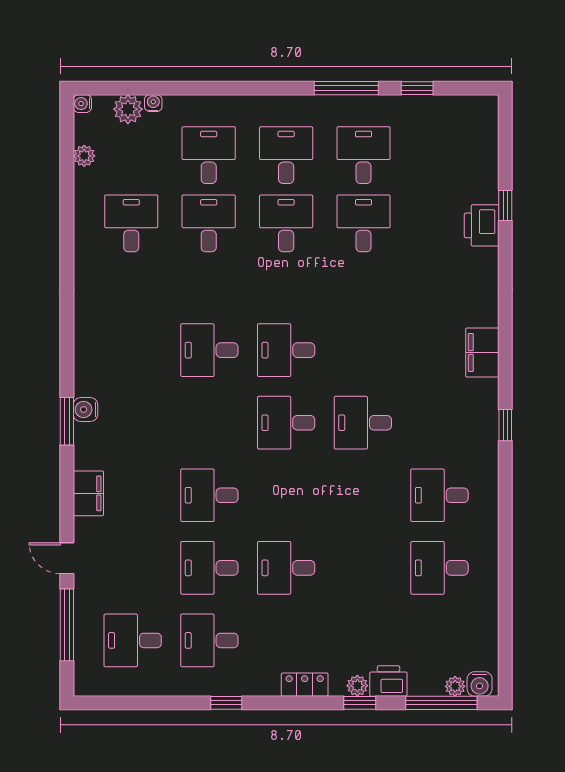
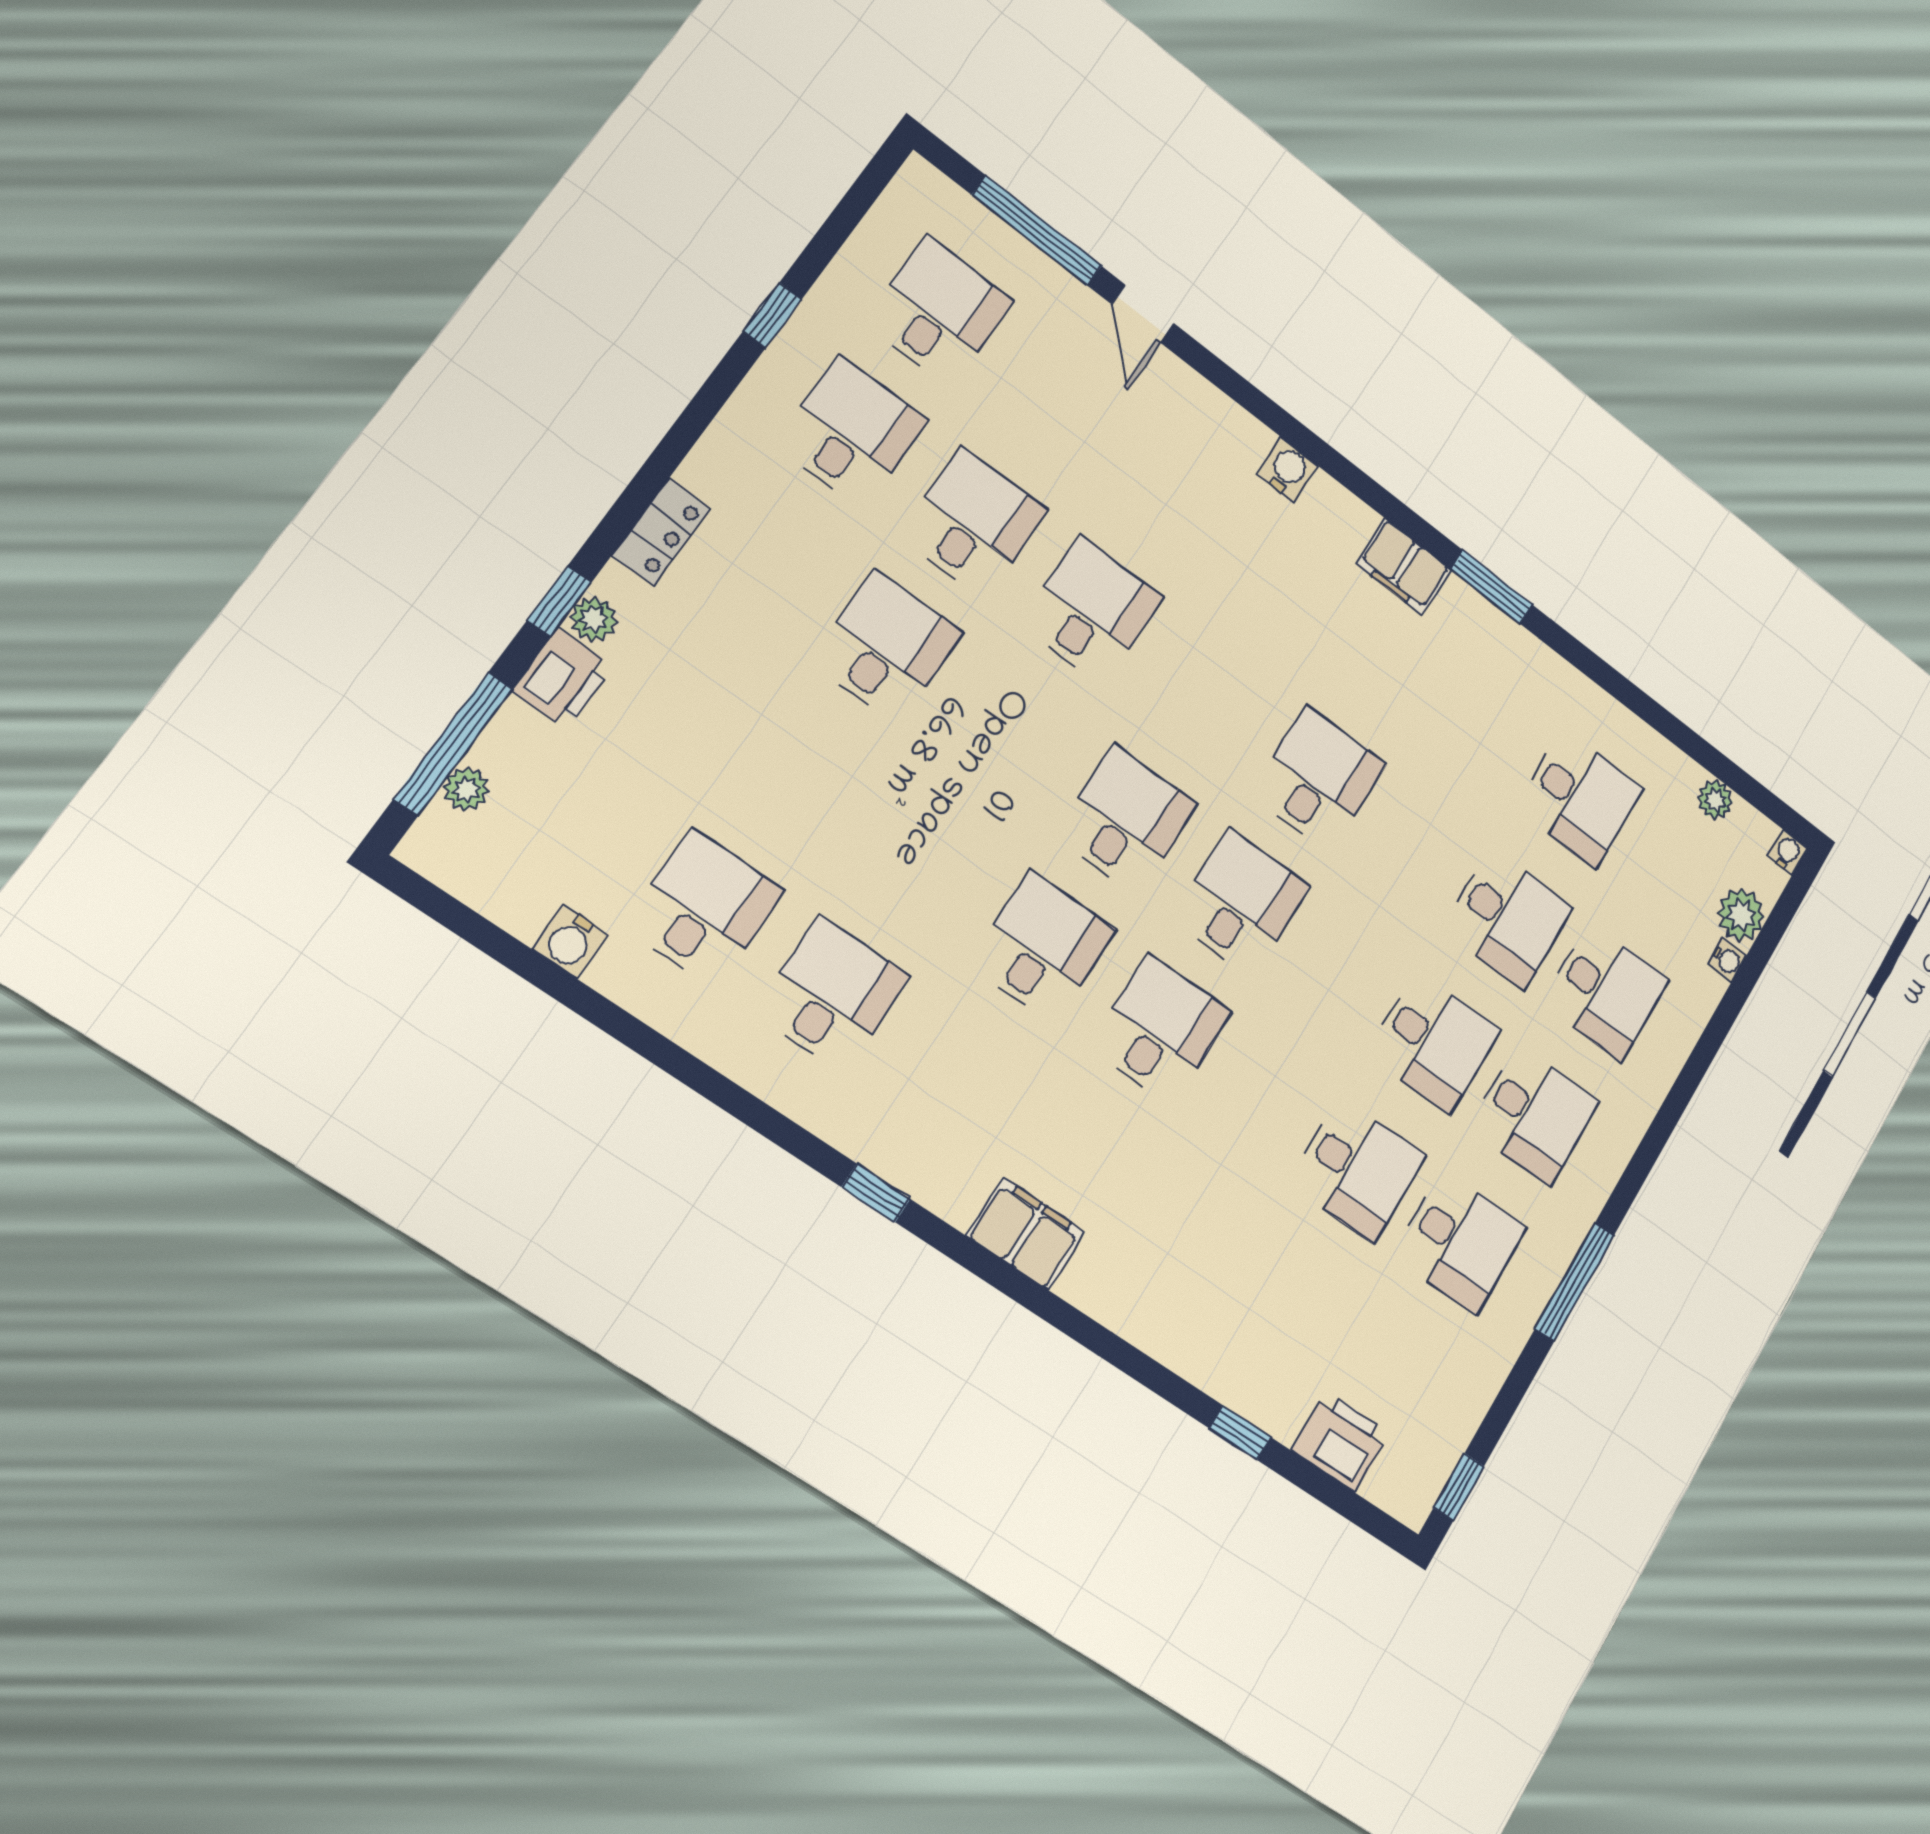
window: (417, 88) -> (1459, 1487), moved
printer: (482, 225) -> (1341, 1442), moved
desk: (363, 350) -> (1160, 1030), added
water cooler: (85, 410) -> (1288, 470), moved
window: (67, 421) -> (1492, 587), moved
filing cabinet: (88, 493) -> (1403, 566), moved
door: (67, 558) -> (1143, 314), swing flipped
water cooler: (480, 684) -> (570, 942), moved, turned -90
window: (226, 703) -> (773, 315), moved

